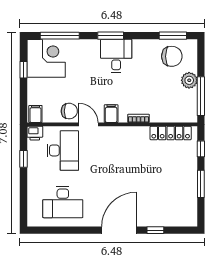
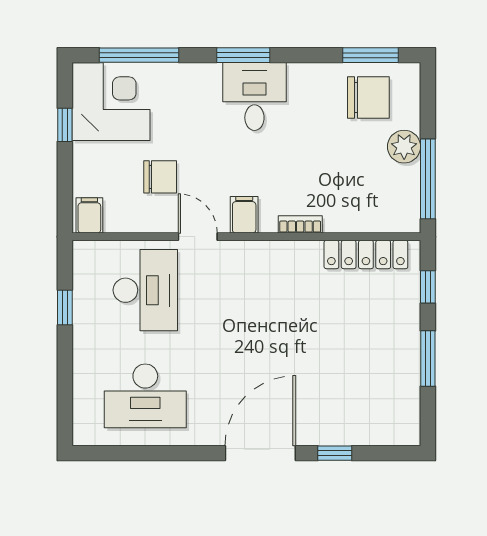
chair: (69, 111) -> (160, 177), moved
printer: (35, 133) -> (88, 255), removed

